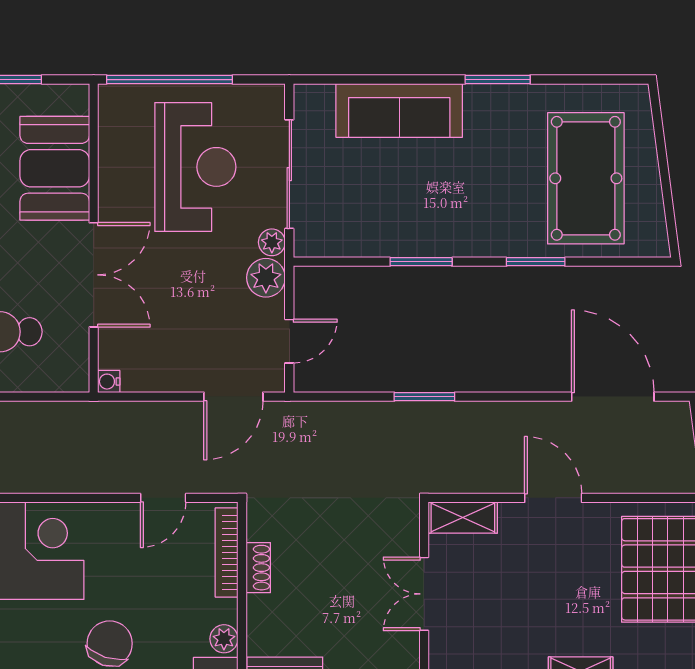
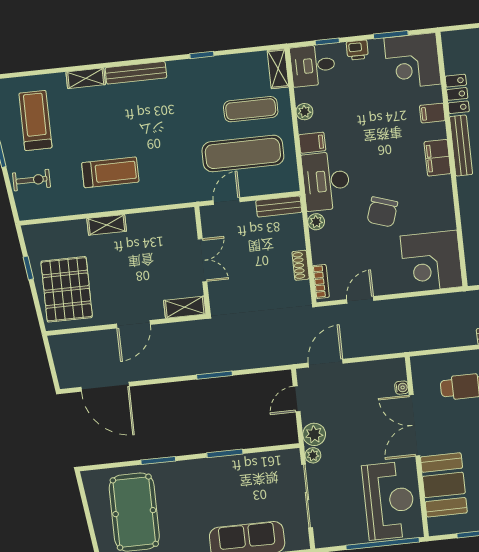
reception desk: (195, 167) -> (389, 501), moved, turned 180
water cooler: (109, 382) -> (402, 388), moved
door: (553, 498) -> (133, 324), hinge flipped
bookcase: (227, 553) -> (321, 281), width x0.64

